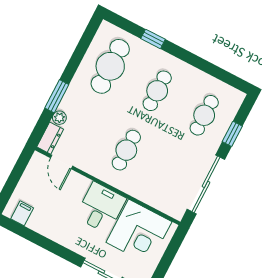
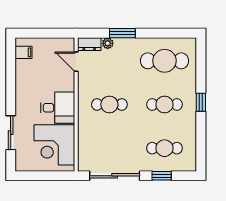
window: (153, 39) -> (201, 102), moved
door: (62, 162) -> (76, 62), hinge flipped

